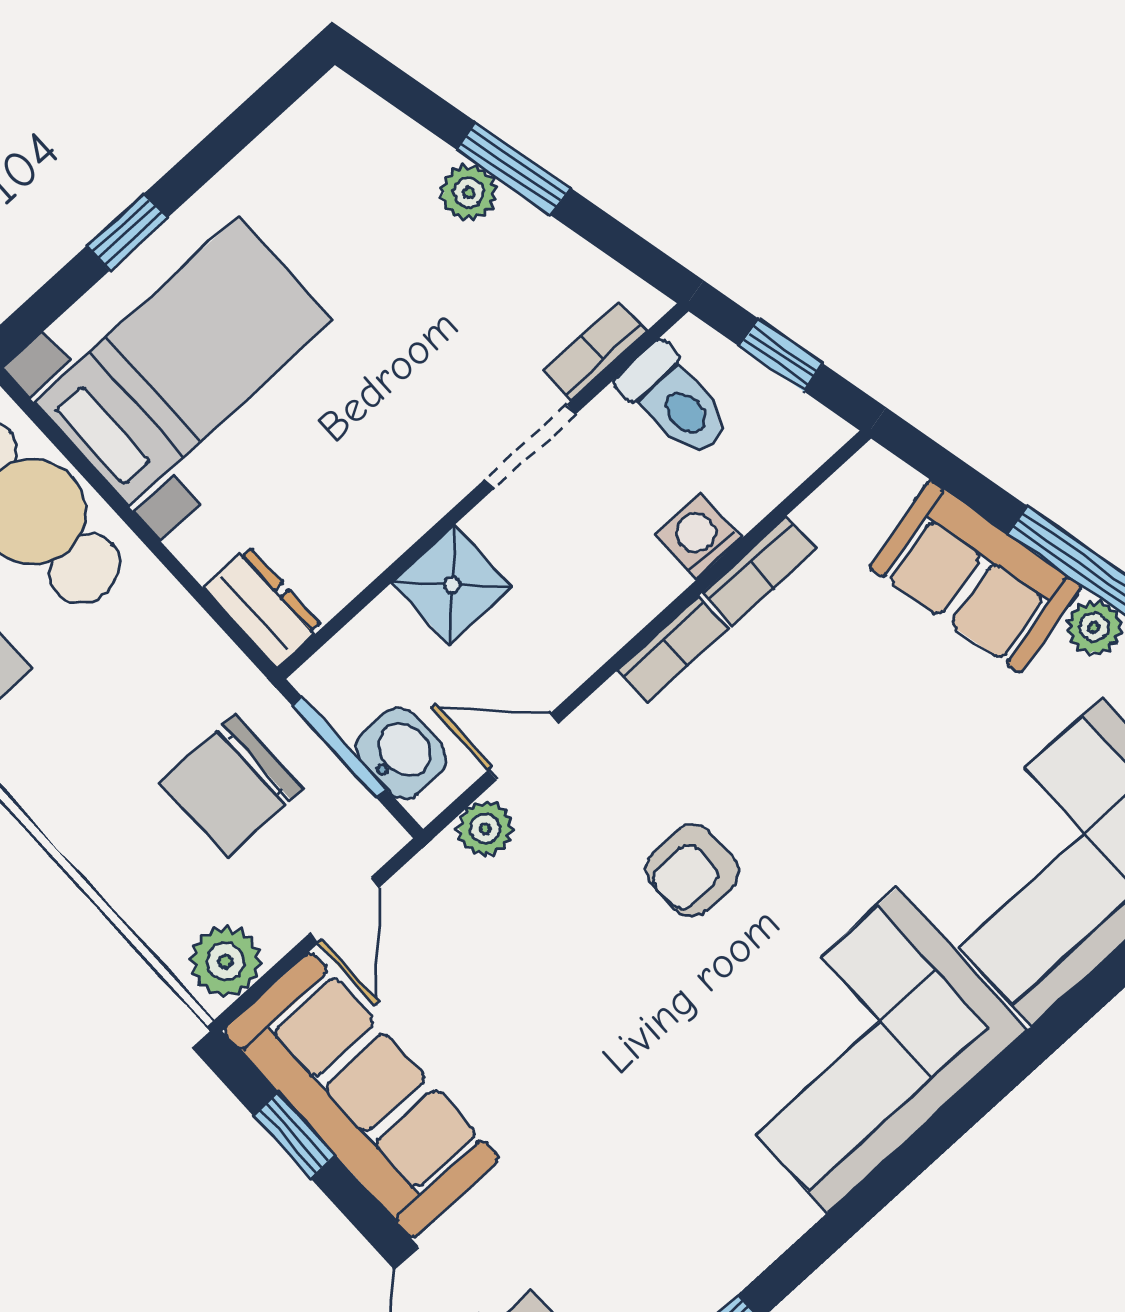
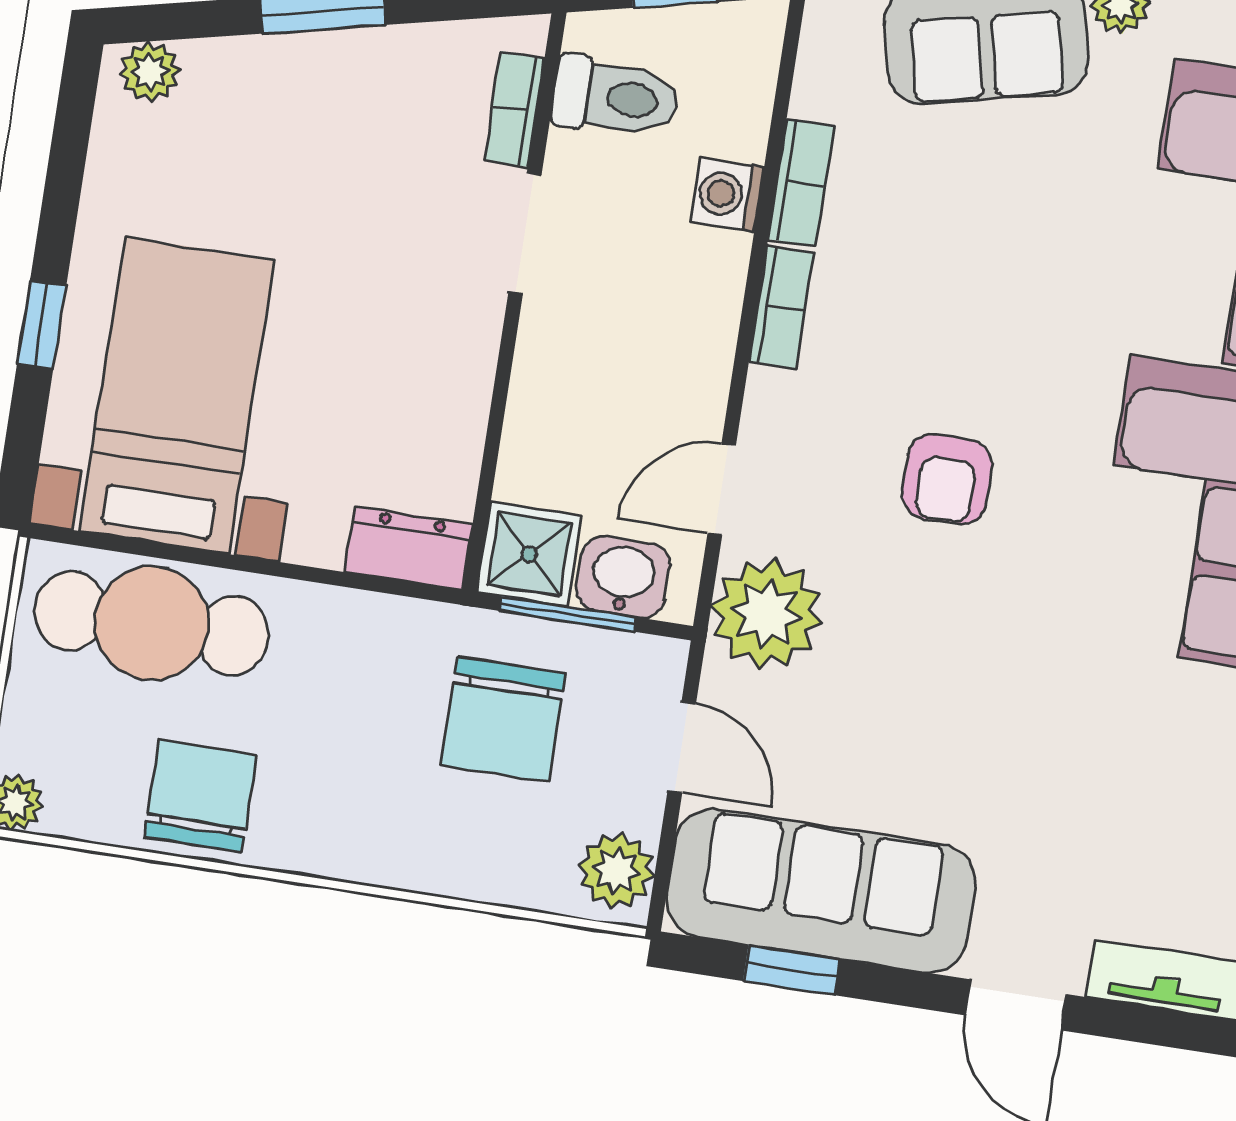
plant: (468, 193) -> (150, 72), moved
shower: (452, 585) -> (529, 554), moved
plant: (485, 829) -> (767, 614), width x1.88, depth x1.88

